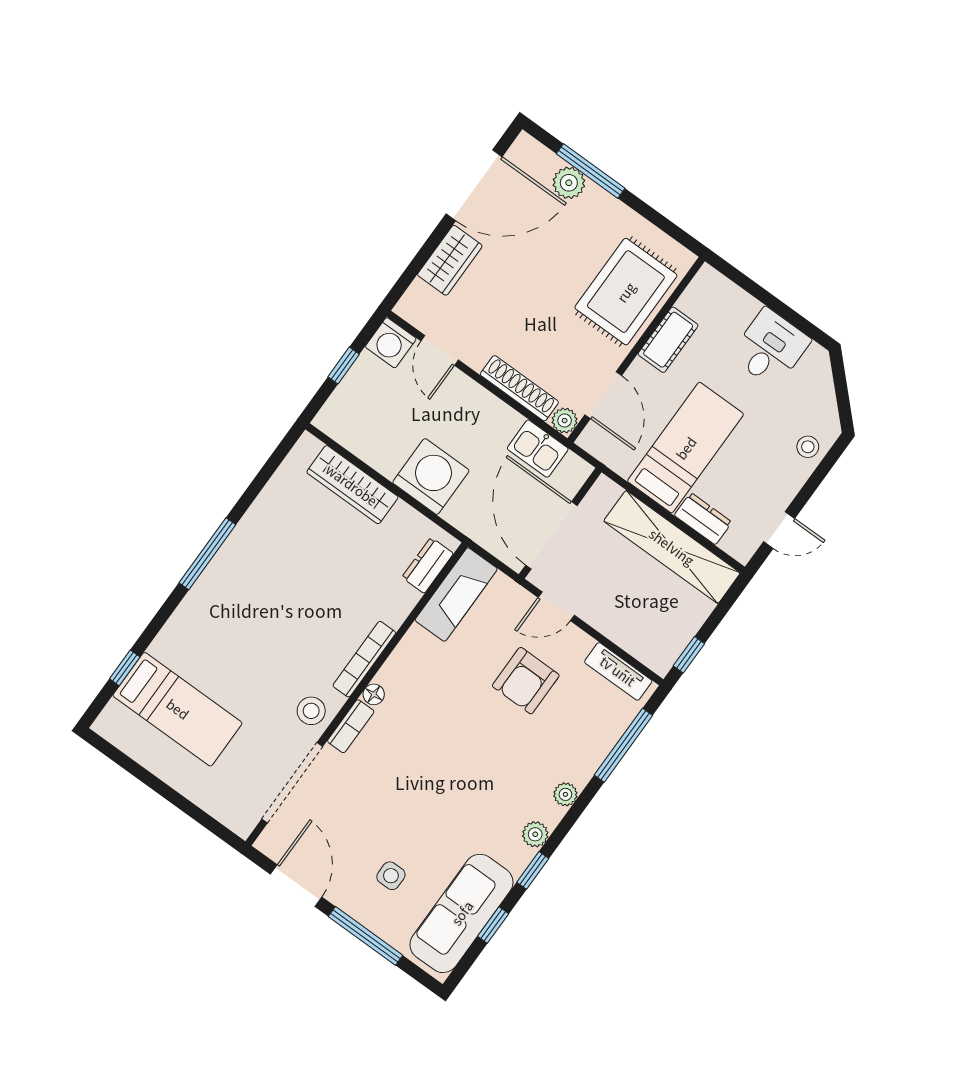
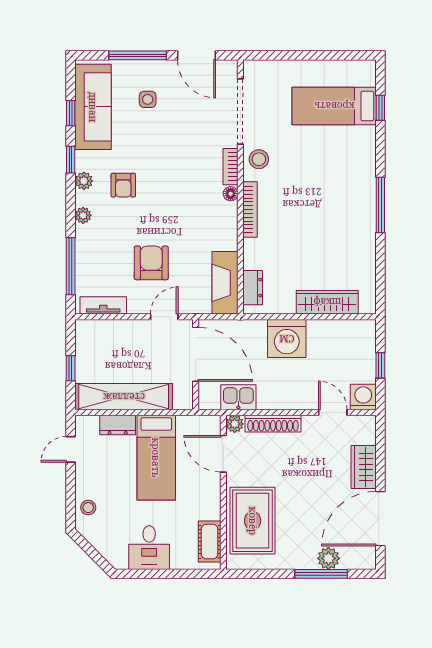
cot: (668, 340) -> (210, 542), moved
window: (689, 655) -> (71, 368), moved
armchair: (493, 796) -> (123, 185), added

